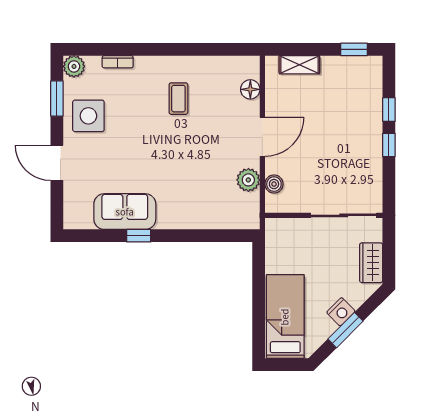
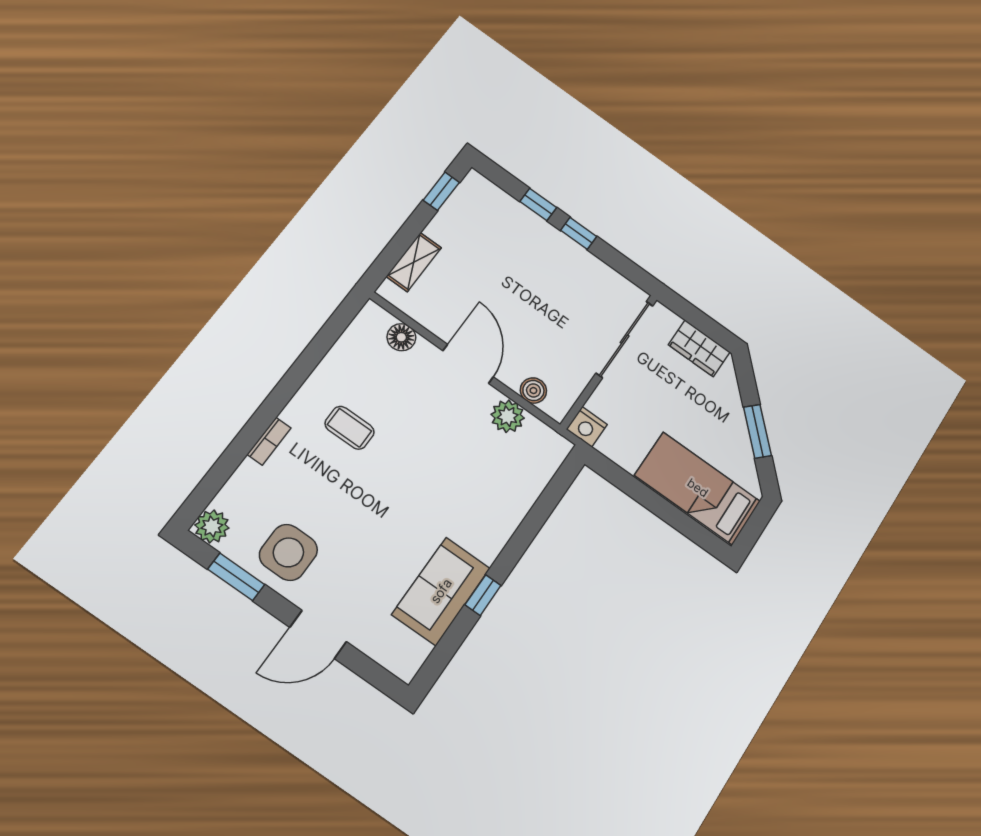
bookcase: (118, 62) -> (269, 441), moved
nightstand: (341, 312) -> (587, 427), moved, turned 135

